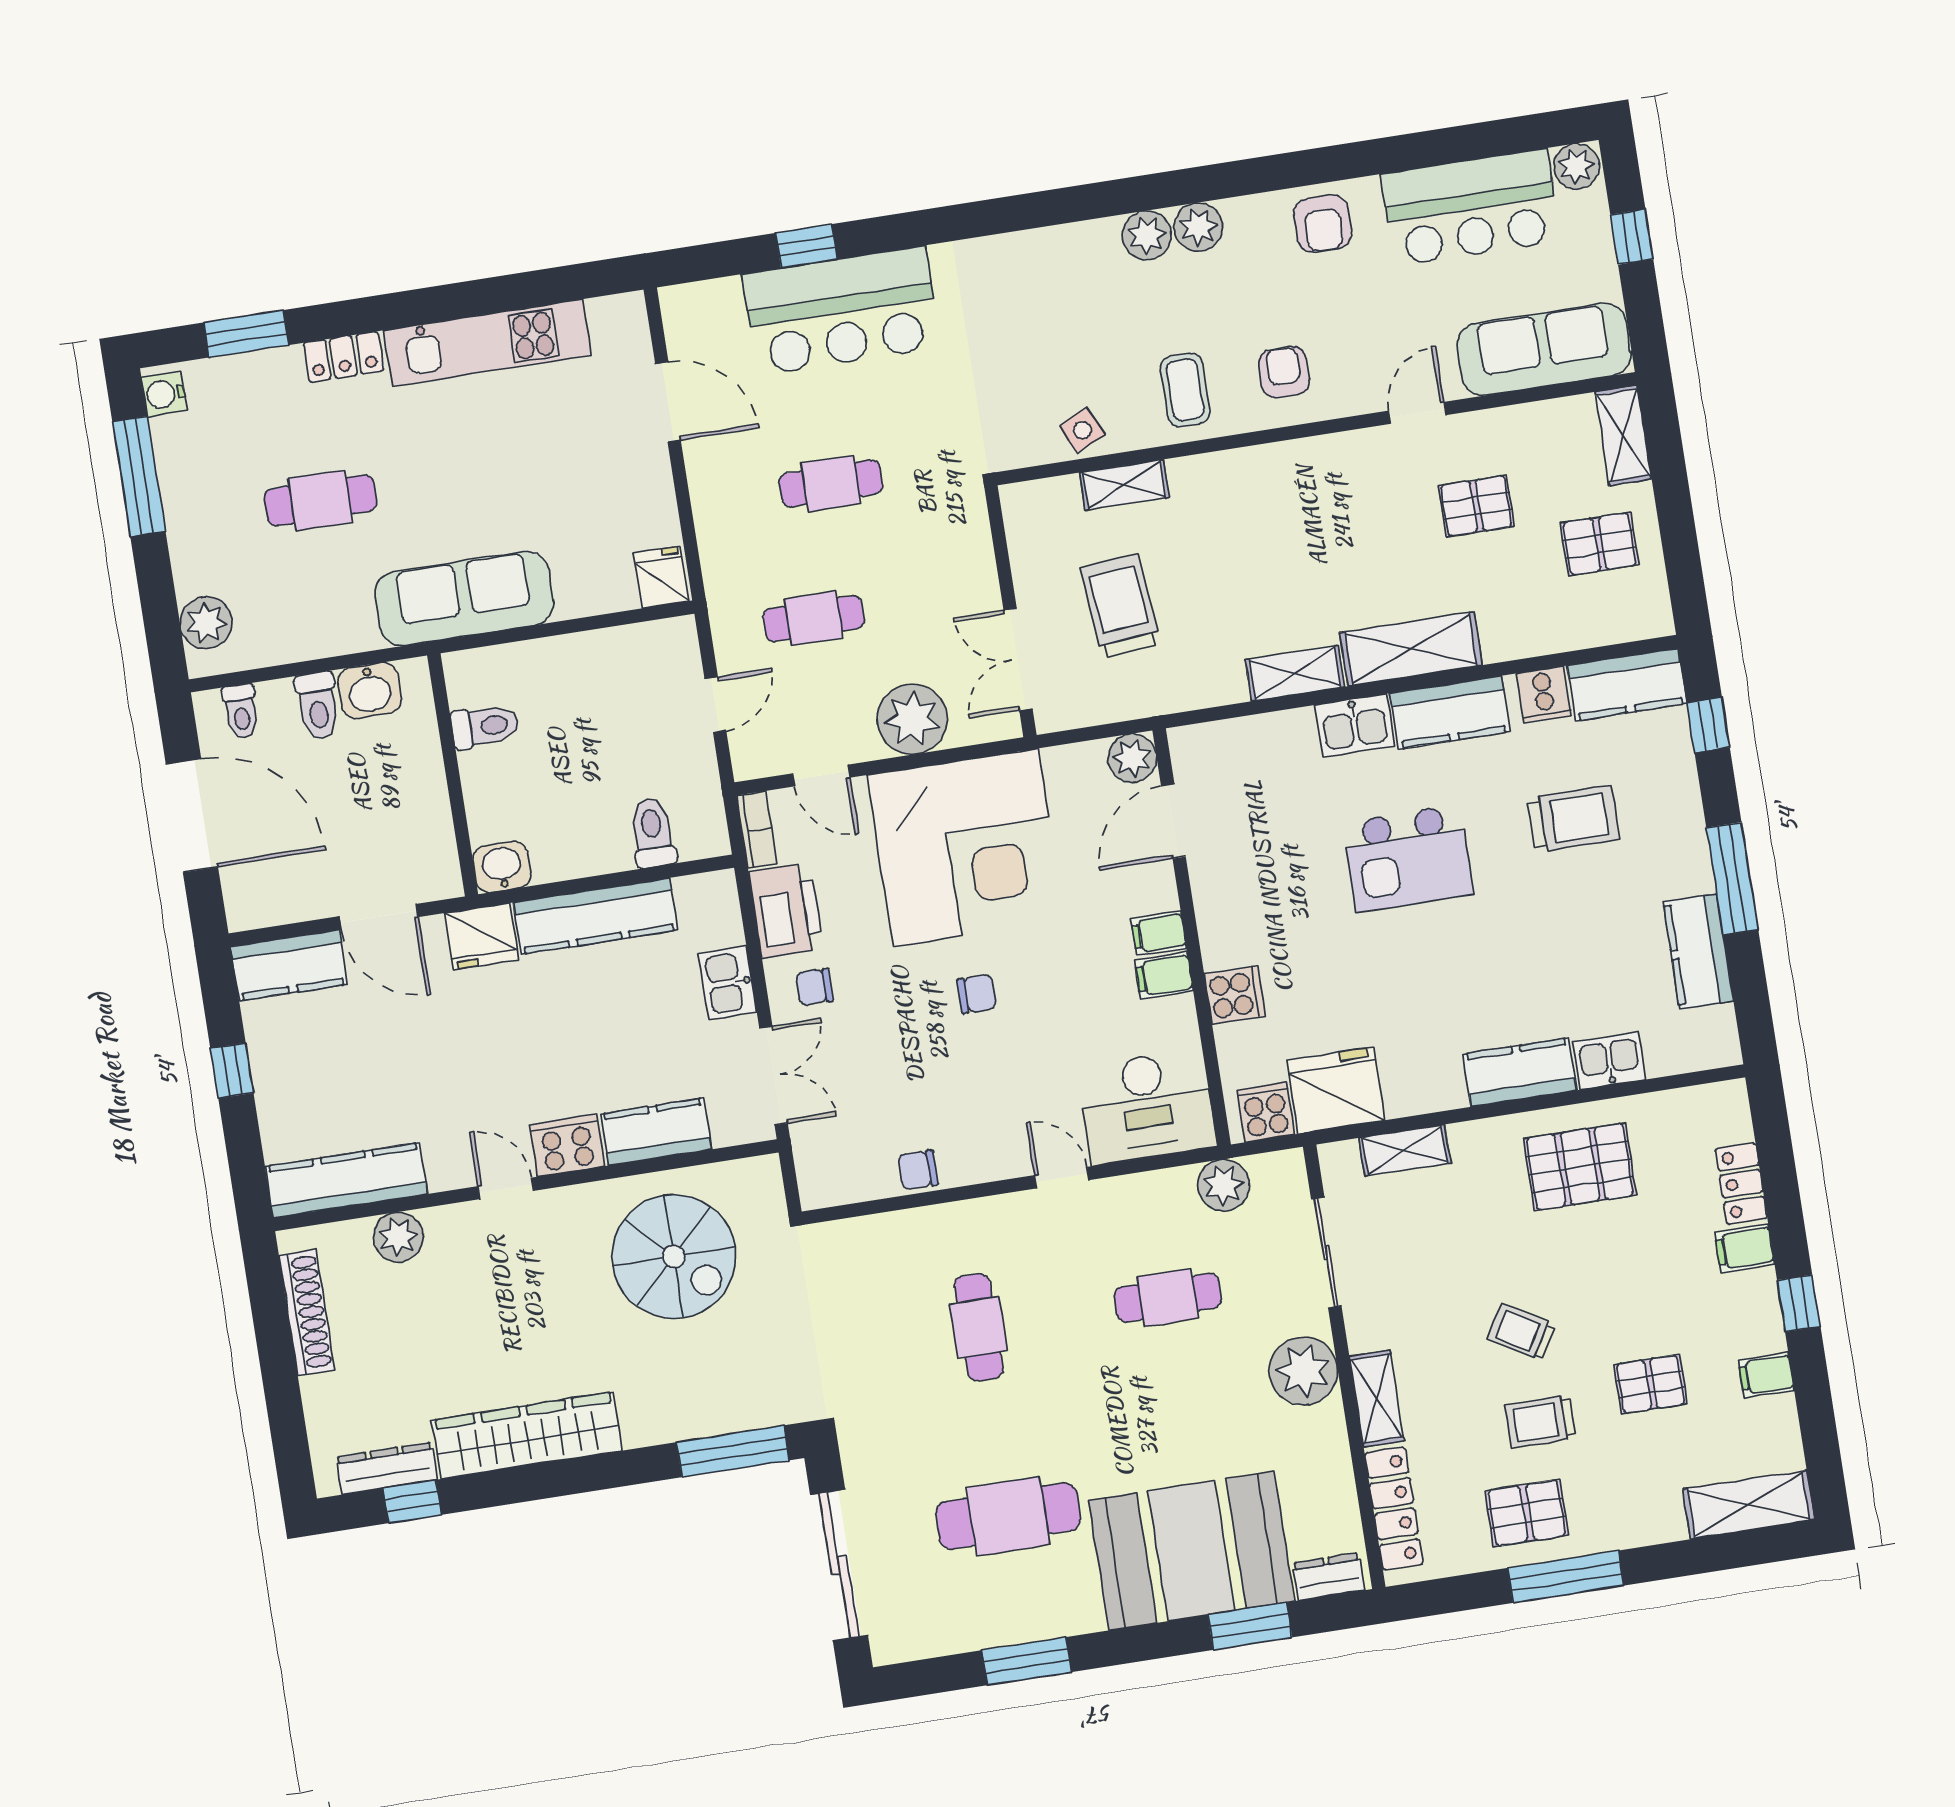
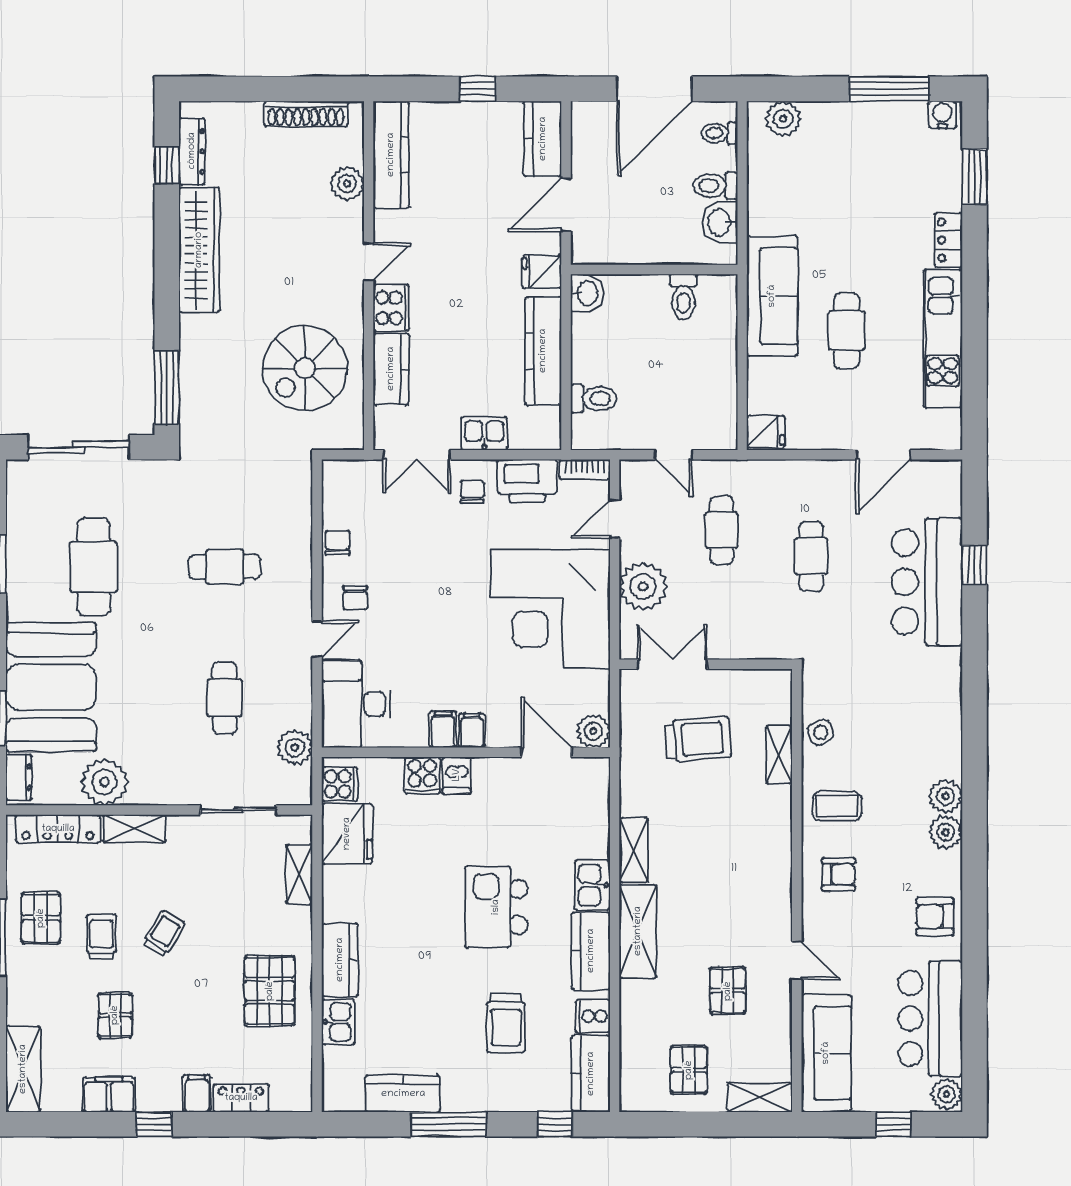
cafe table: (320, 500) -> (847, 331), moved
fridge: (481, 936) -> (542, 272), width x0.72
dishwasher: (1227, 945) -> (457, 775), added
chair: (977, 994) -> (355, 598), moved
plant: (1303, 1371) -> (104, 782), moved
filing cabinet: (1766, 1375) -> (109, 1095), width x2.00

